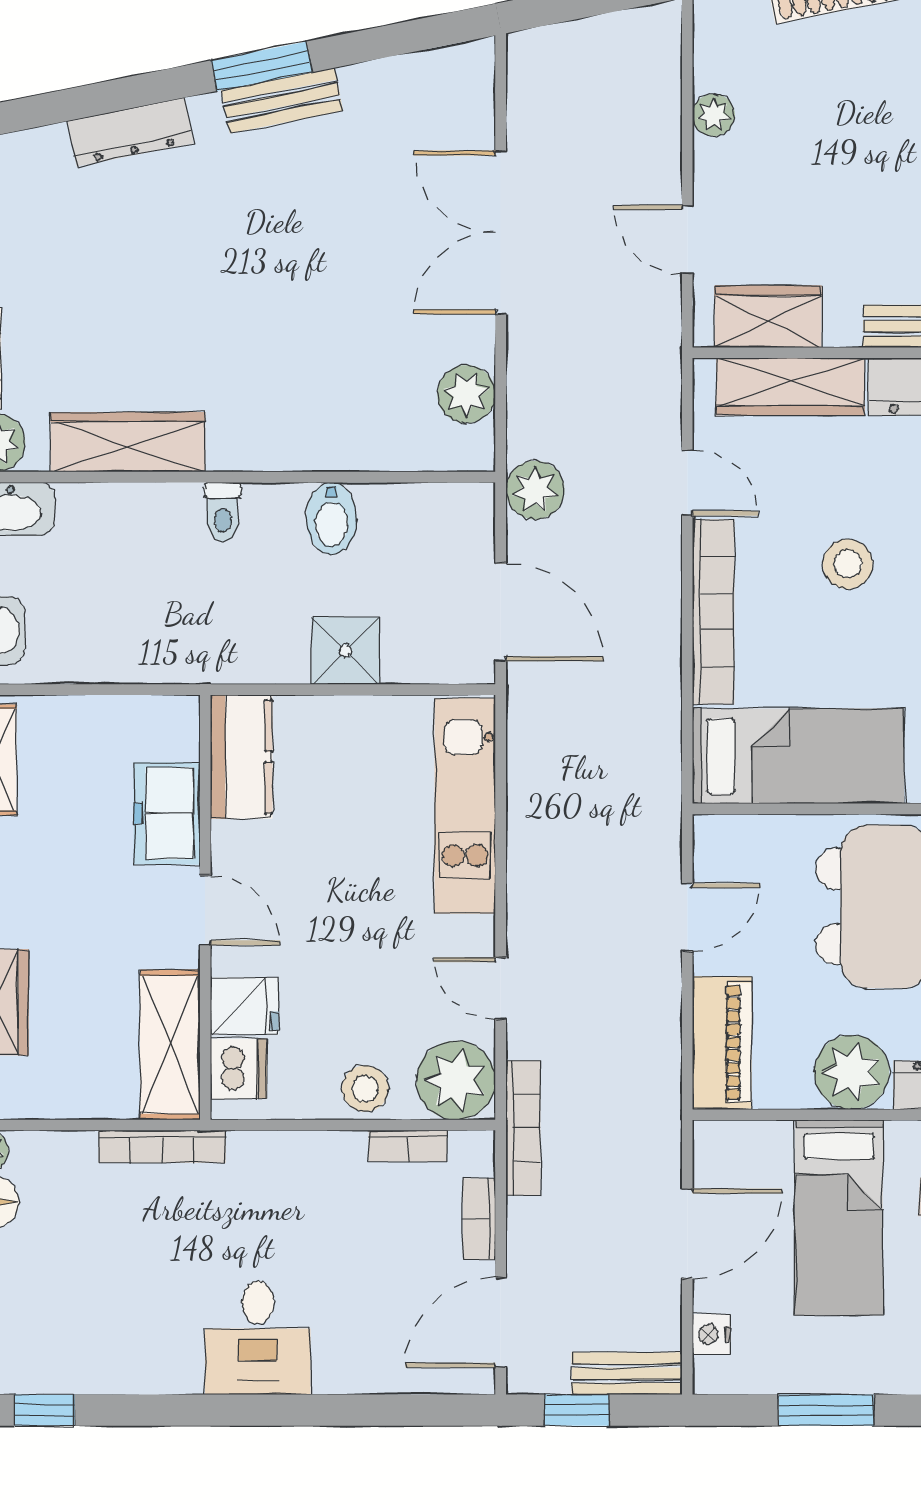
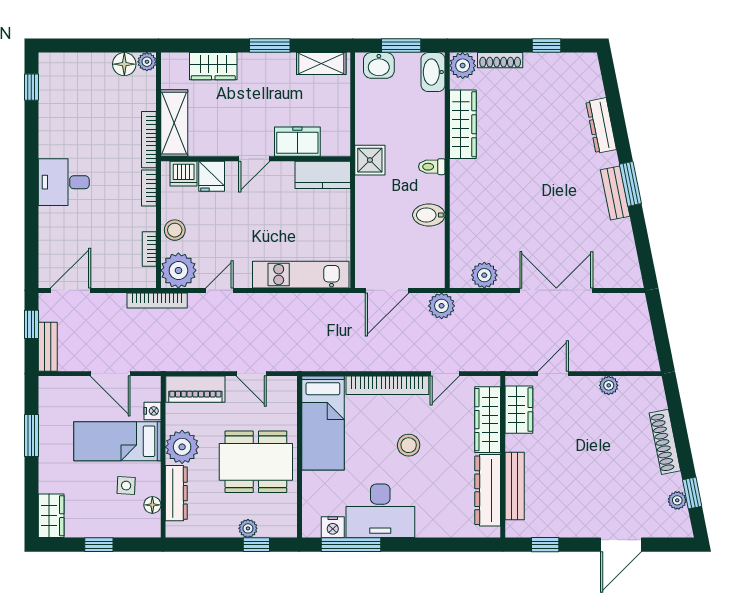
shower: (345, 651) -> (370, 160), moved
shelving: (170, 1045) -> (174, 123), moved, turned 90
bookcase: (479, 1219) -> (149, 188), moved, turned -90
door: (501, 1322) -> (71, 290), hinge flipped
nightstand: (711, 1334) -> (152, 411), moved, turned 90

